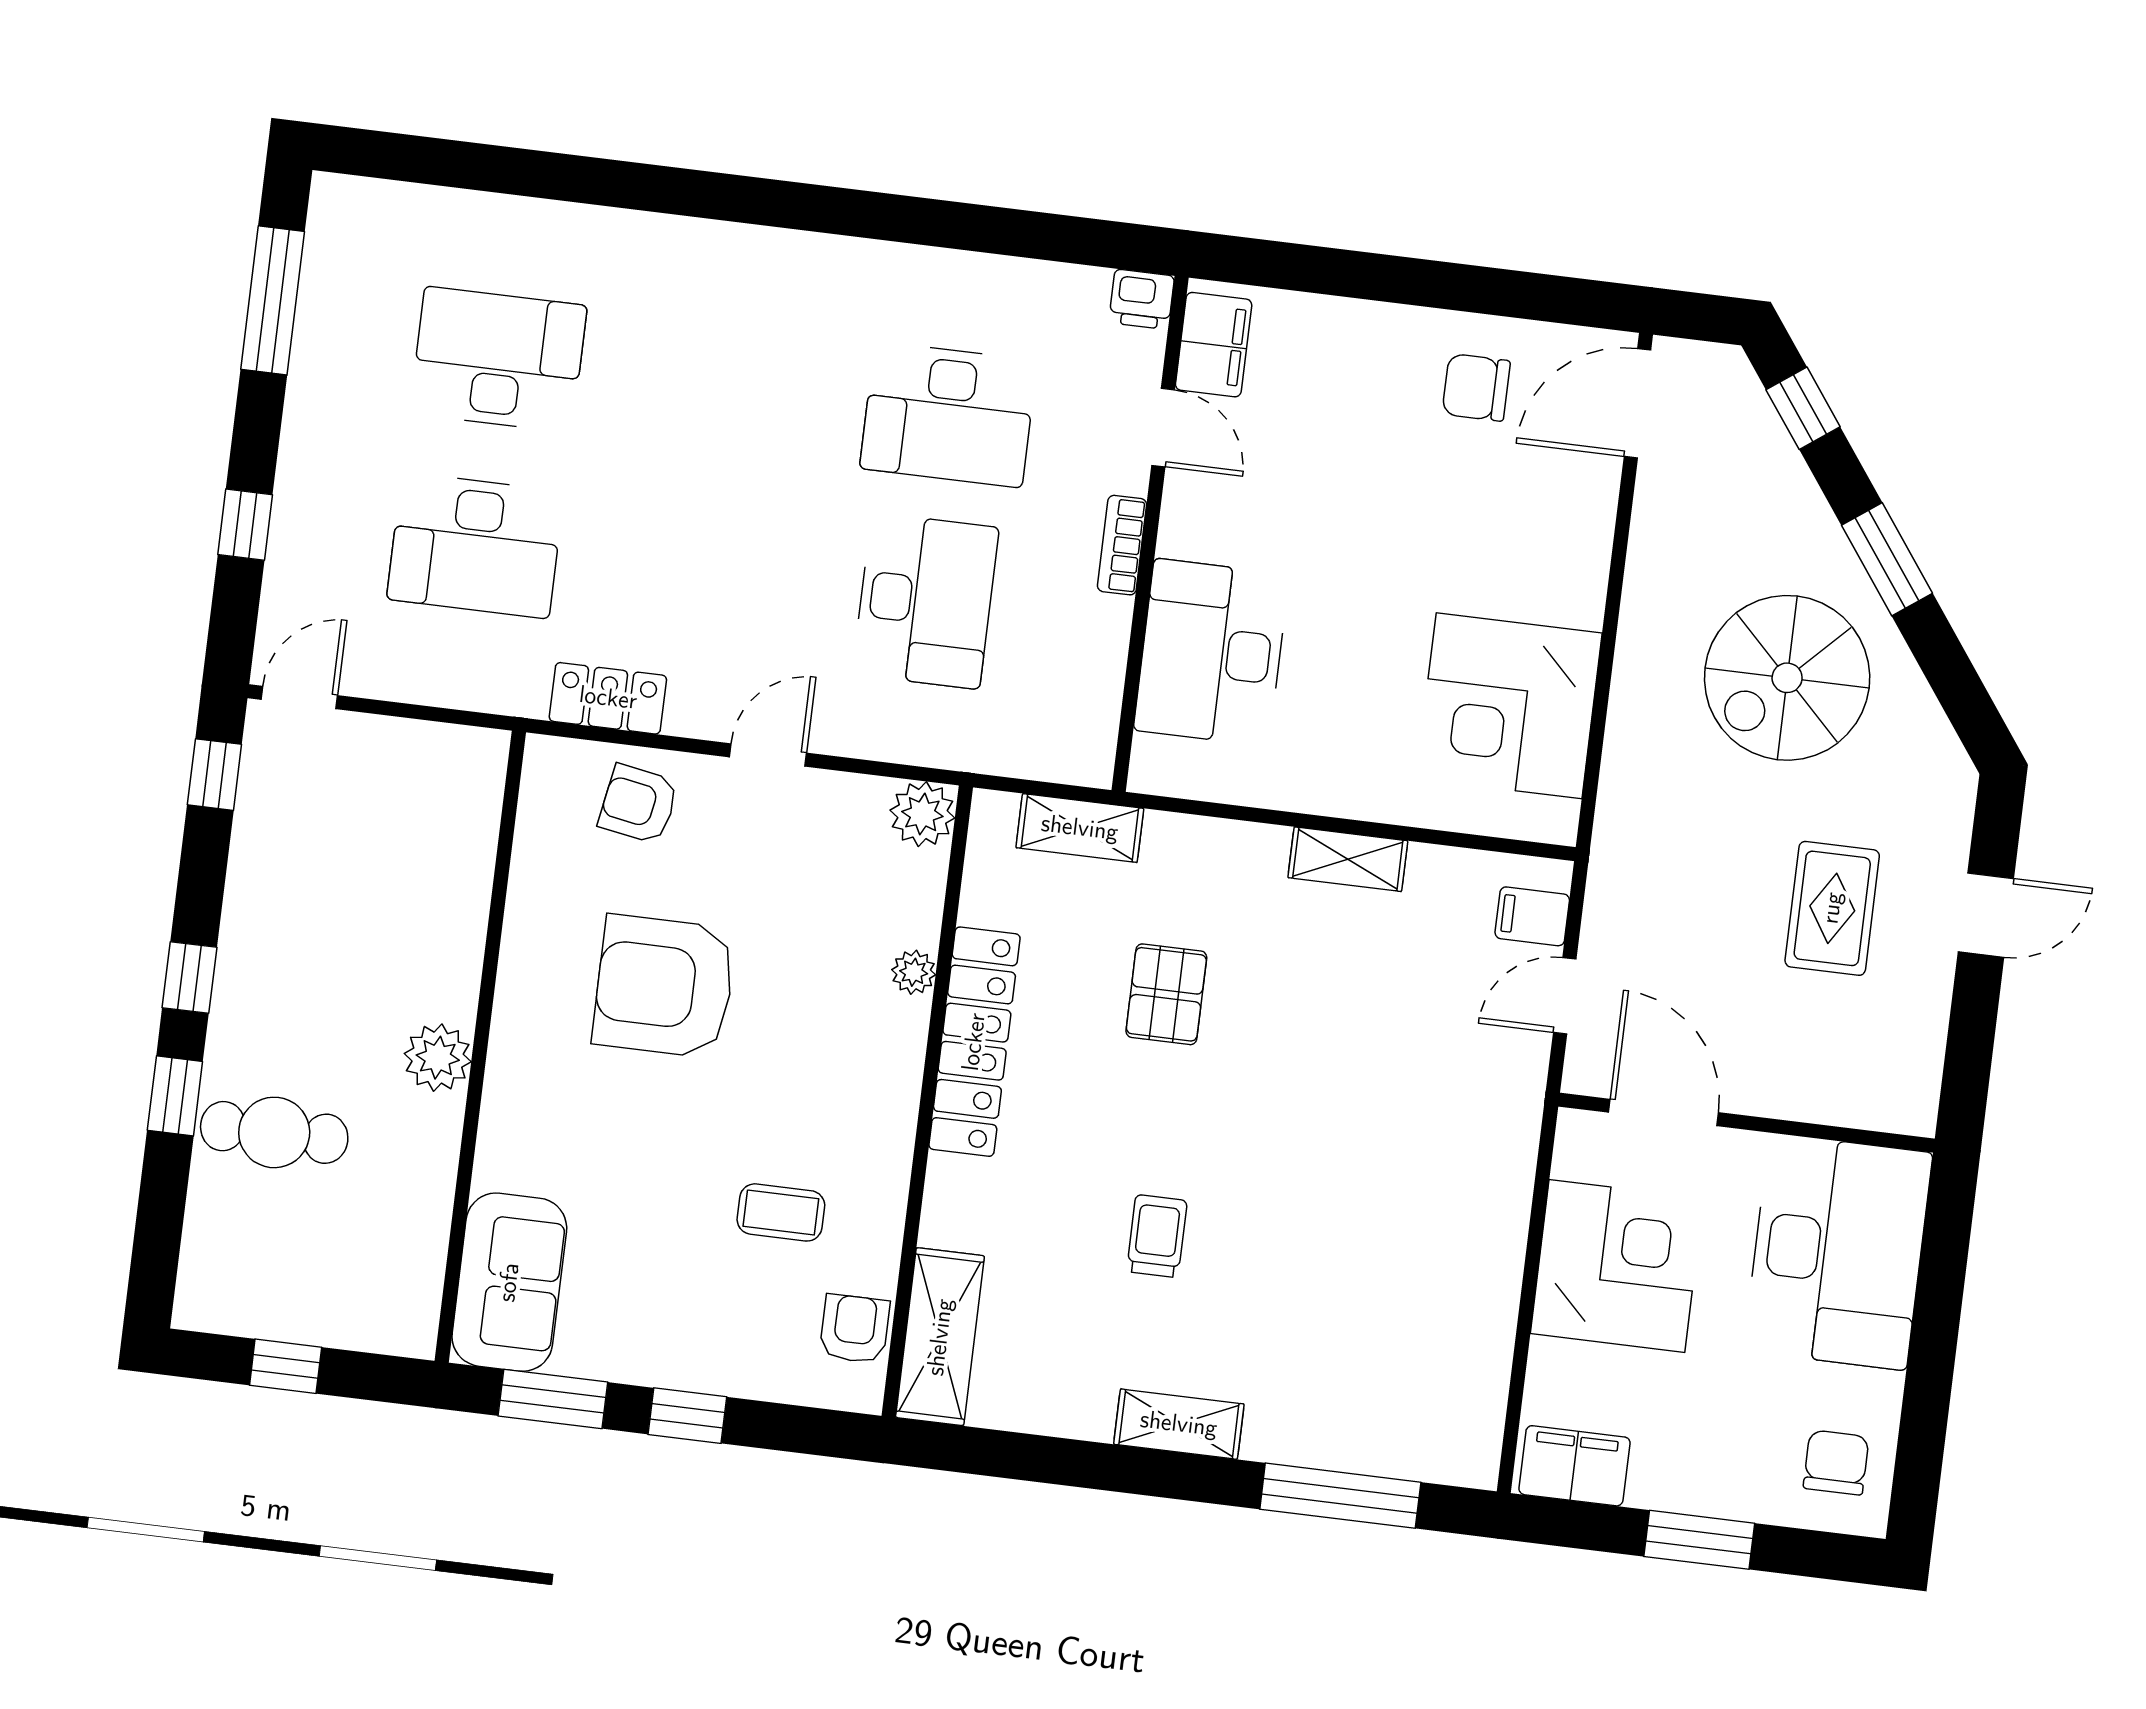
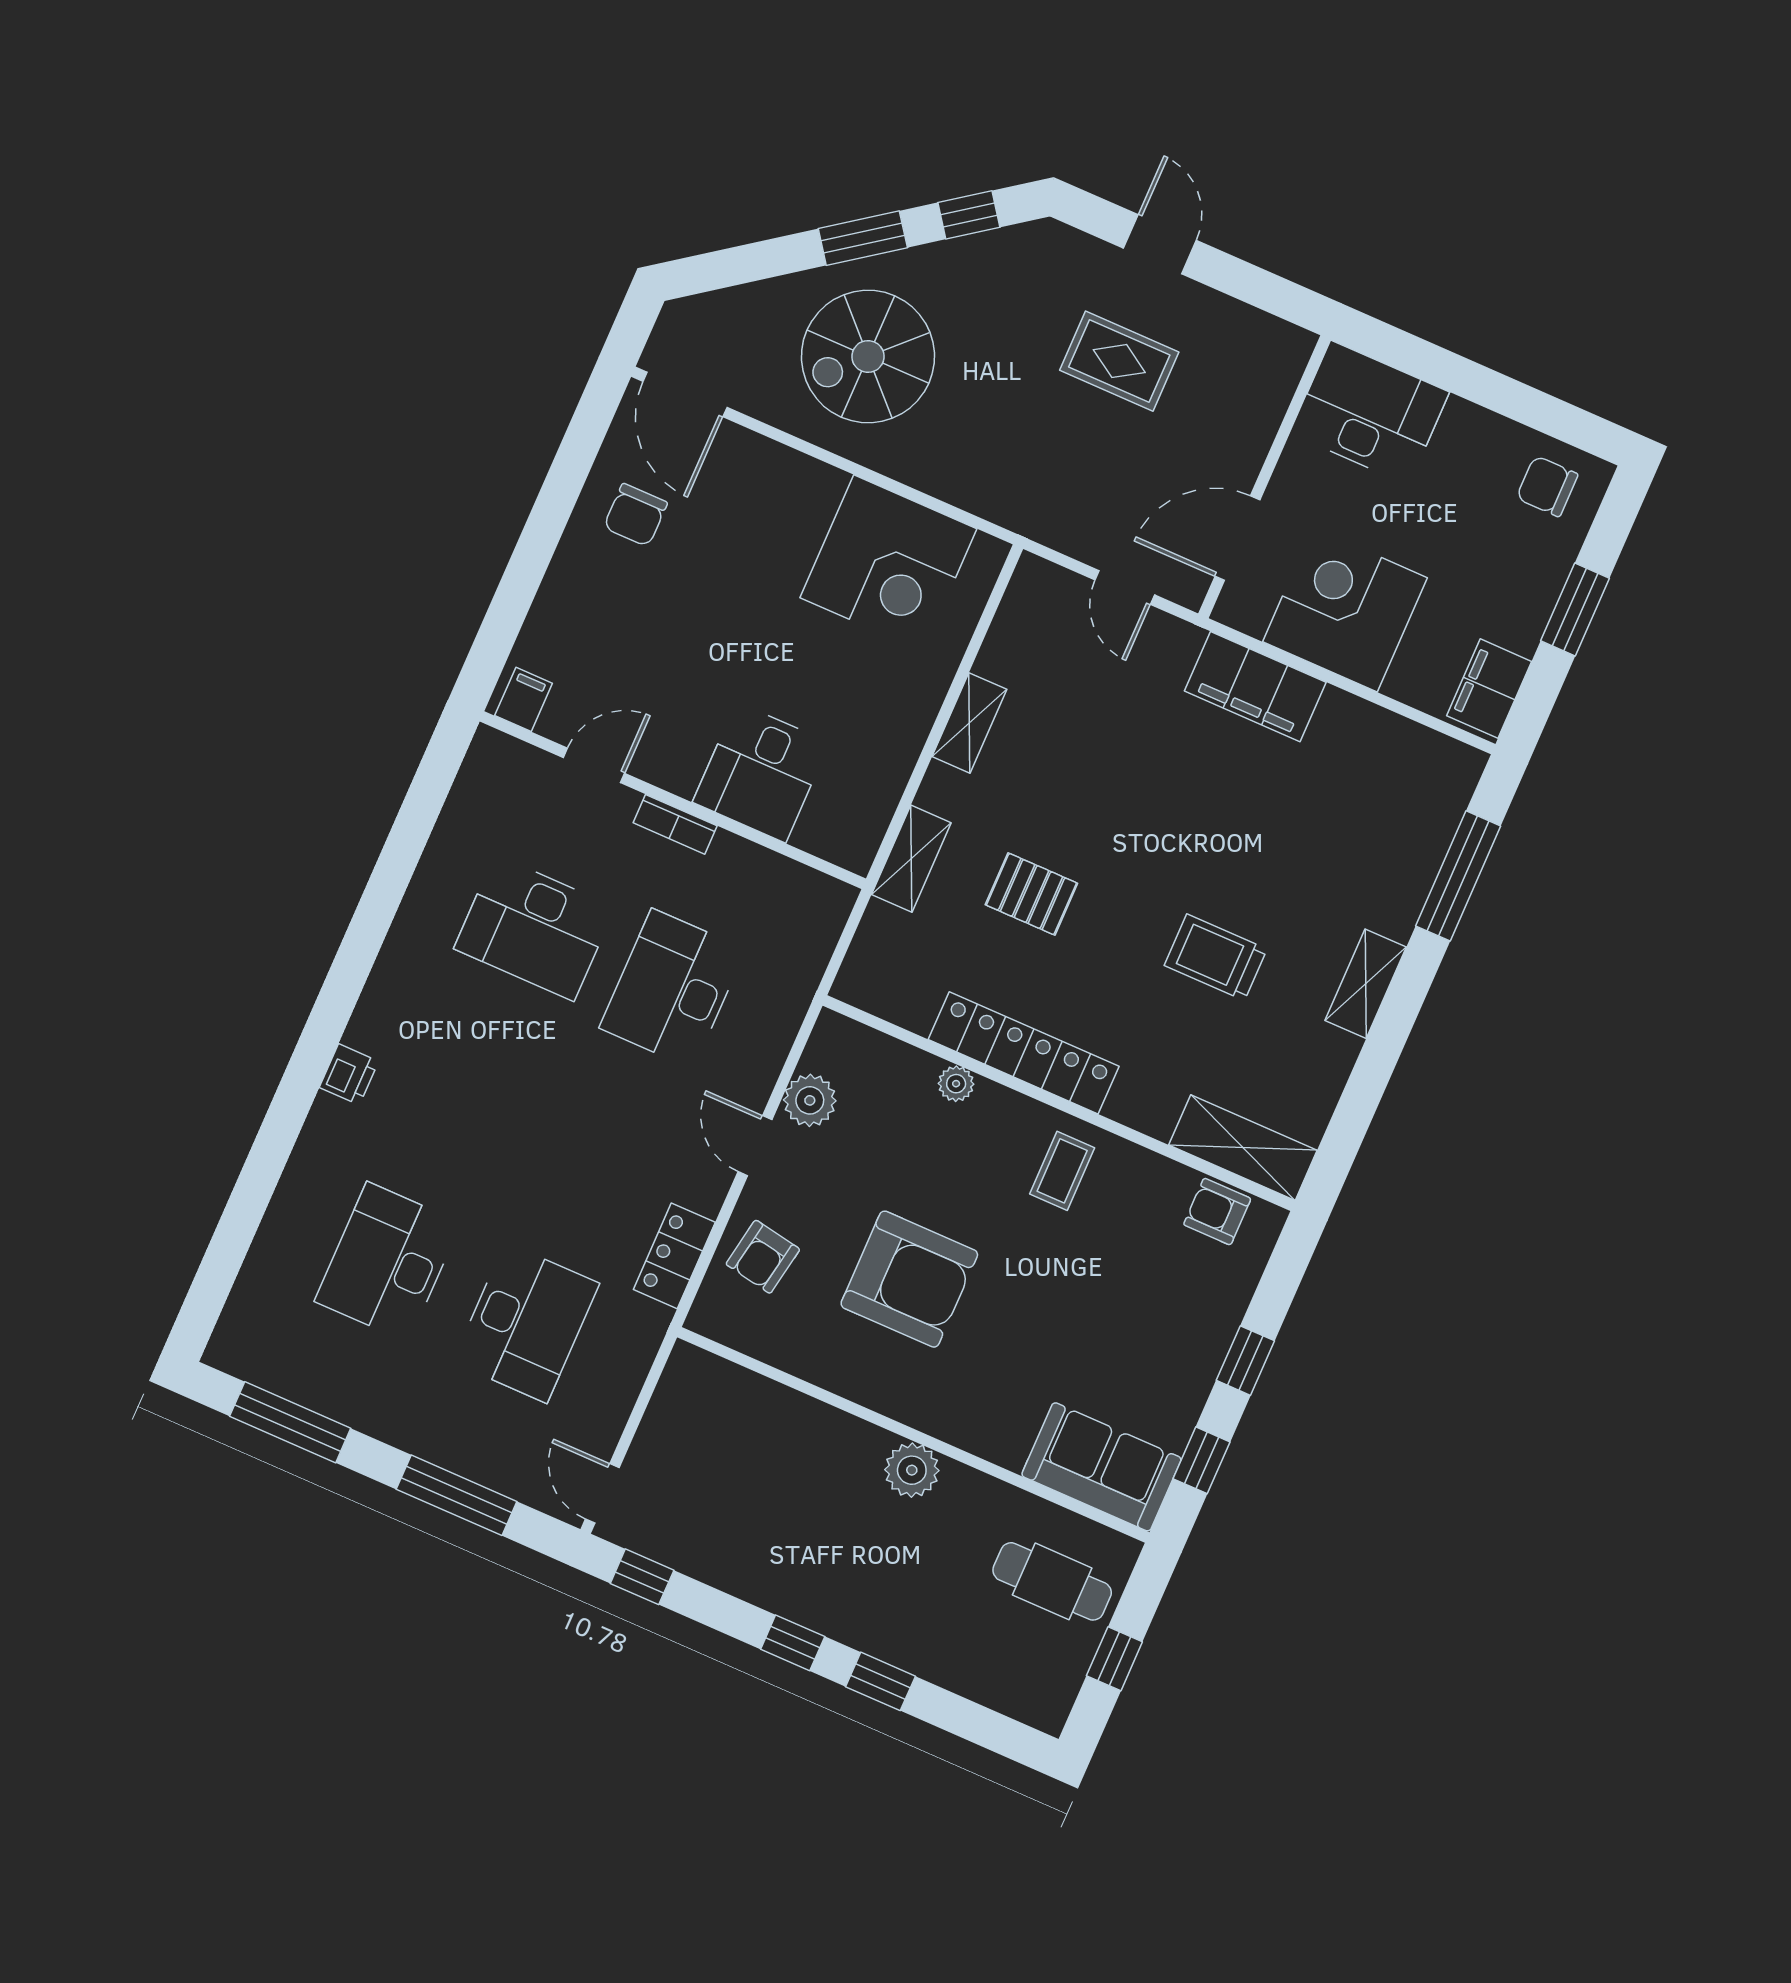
printer: (1142, 299) -> (349, 1074), moved
filing cabinet: (1214, 345) -> (524, 699), width x0.50
window: (1803, 408) -> (969, 215), moved
desk: (948, 415) -> (534, 928), turned 90
window: (245, 525) -> (457, 1495), width x2.17
desk: (925, 601) -> (673, 989), turned -90
desk: (1211, 652) -> (761, 773), width x0.73
spiral stairs: (1787, 678) -> (868, 356), moved, turned 90
plant: (922, 814) -> (810, 1100), moved
shelving: (1080, 828) -> (911, 859), moved
filing cabinet: (1532, 916) -> (1255, 687), moved, width x3.00, depth x1.17
armchair: (664, 986) -> (909, 1279), turned -90
cafe table: (274, 1132) -> (1052, 1581), moved, turned 90
coffee table: (781, 1212) -> (1062, 1171), moved
trolley: (1157, 1236) -> (1216, 957), width x1.36, depth x1.39
desk: (1838, 1252) -> (1370, 413), width x0.73, depth x0.77
window: (553, 1399) -> (1202, 1460), width x0.67

